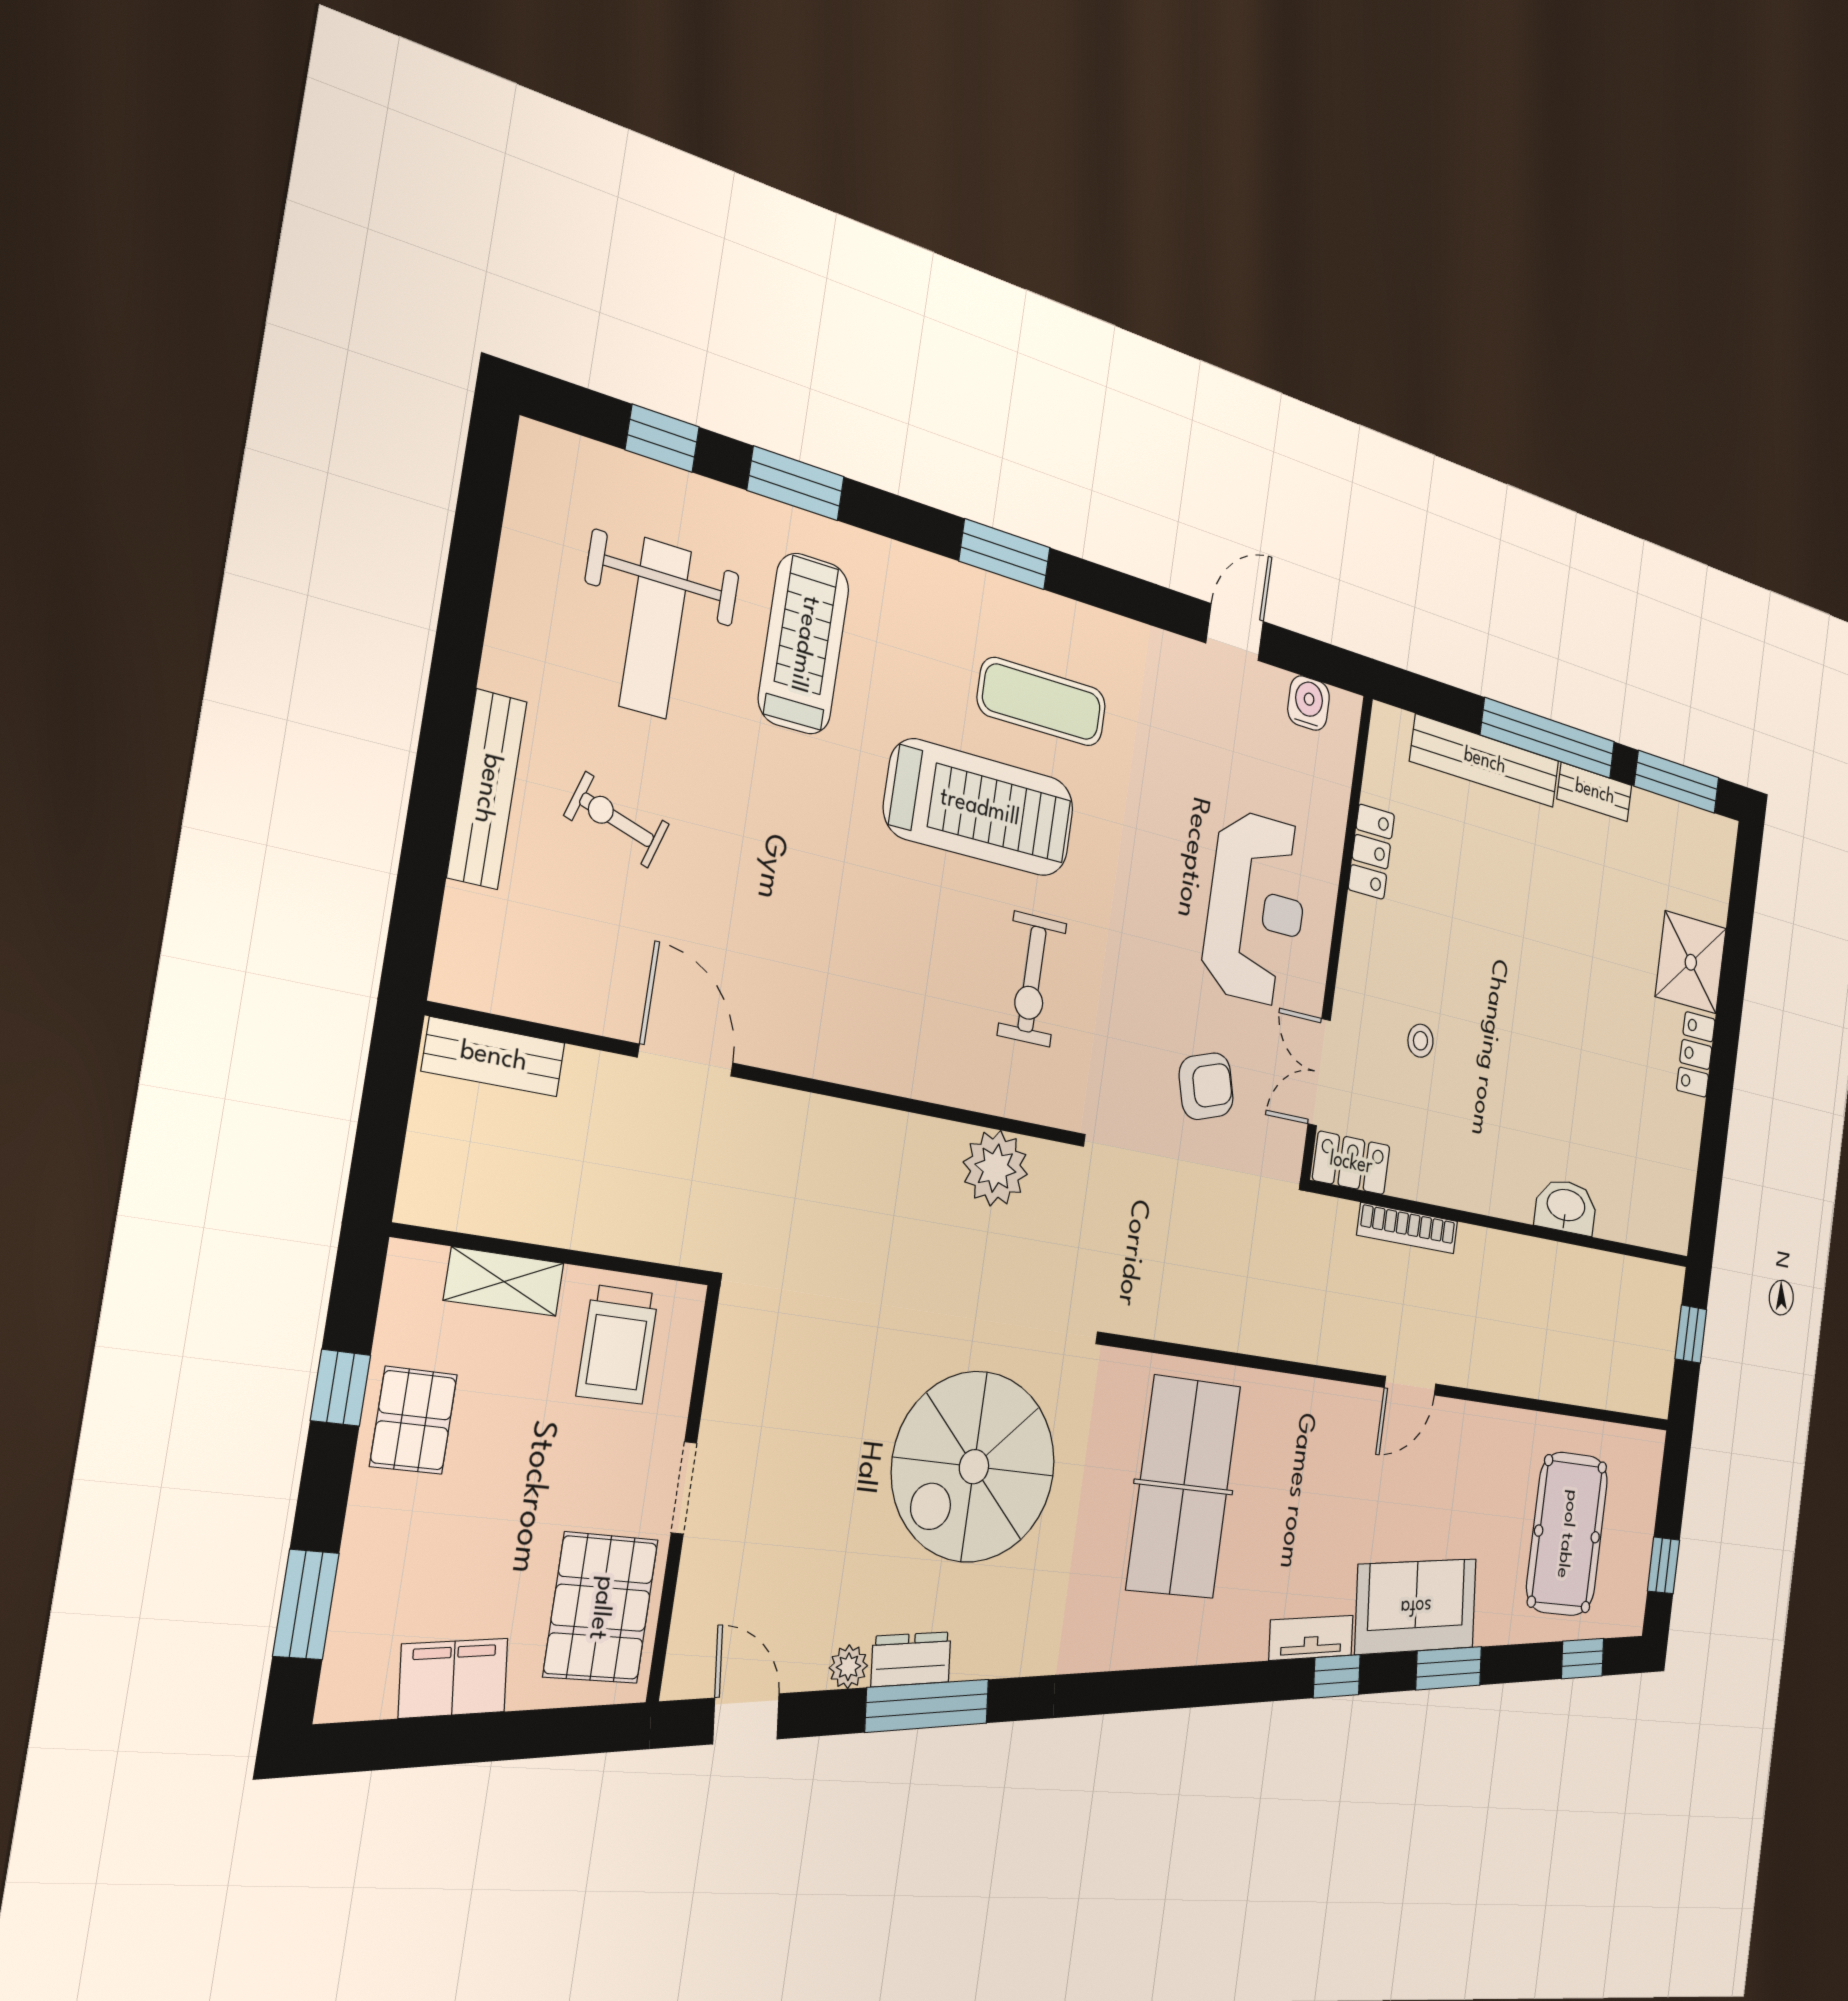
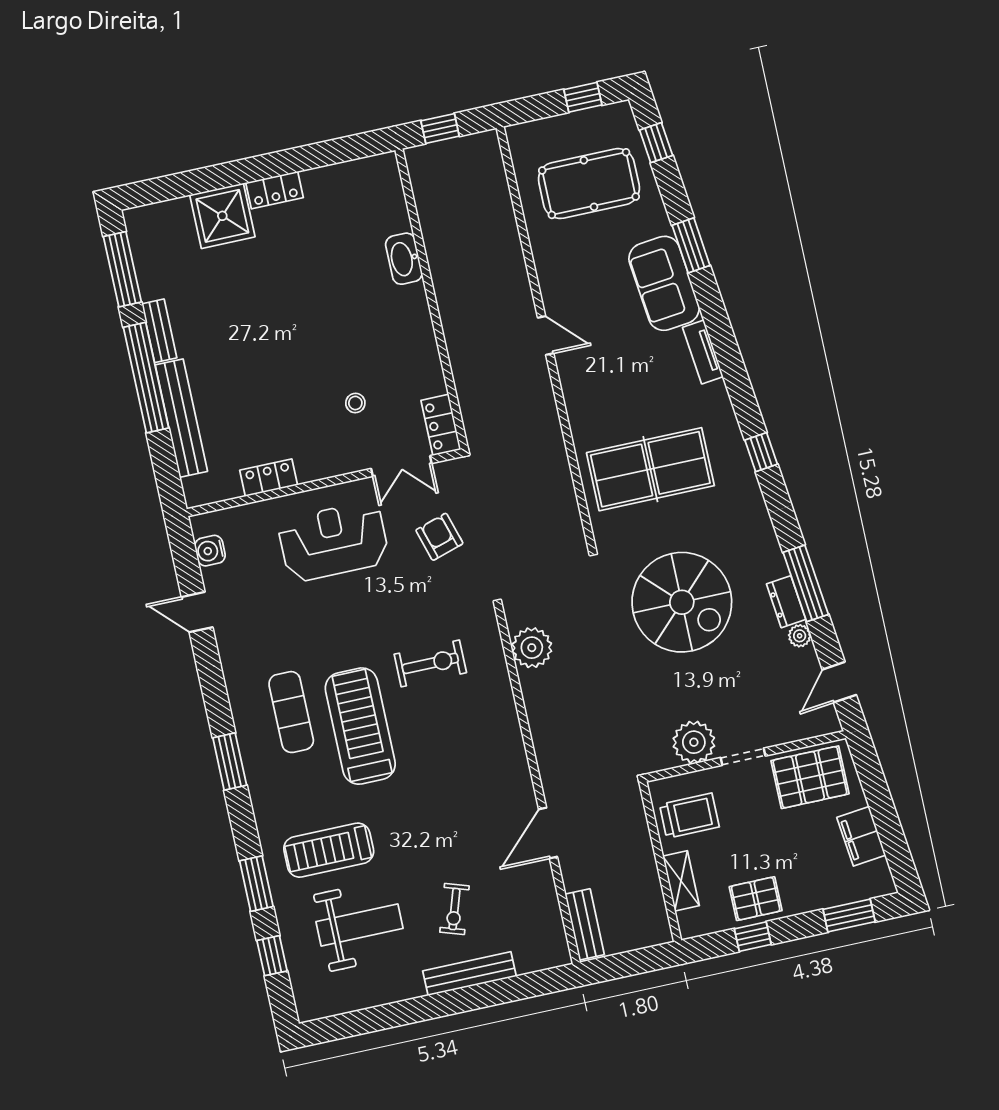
bookcase: (1408, 1228) -> (461, 372), removed
plant: (742, 1402) -> (694, 742), added
window: (1337, 1676) -> (761, 452), moved

